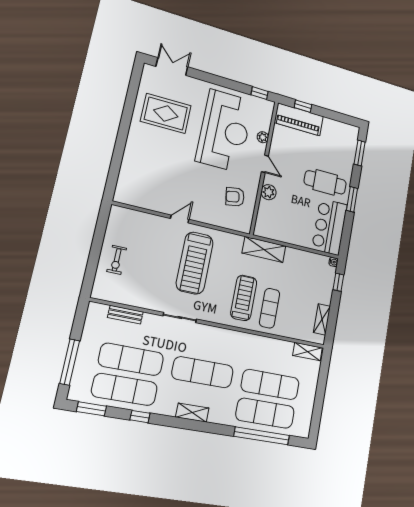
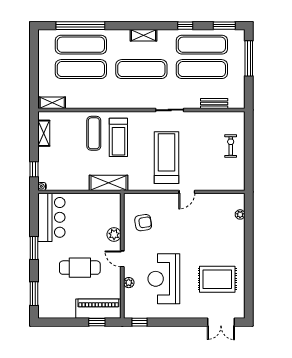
reception desk: (225, 131) -> (164, 279), width x0.74, depth x0.77
plant: (123, 178) -> (240, 214), added
cafe table: (325, 182) -> (80, 268), moved

